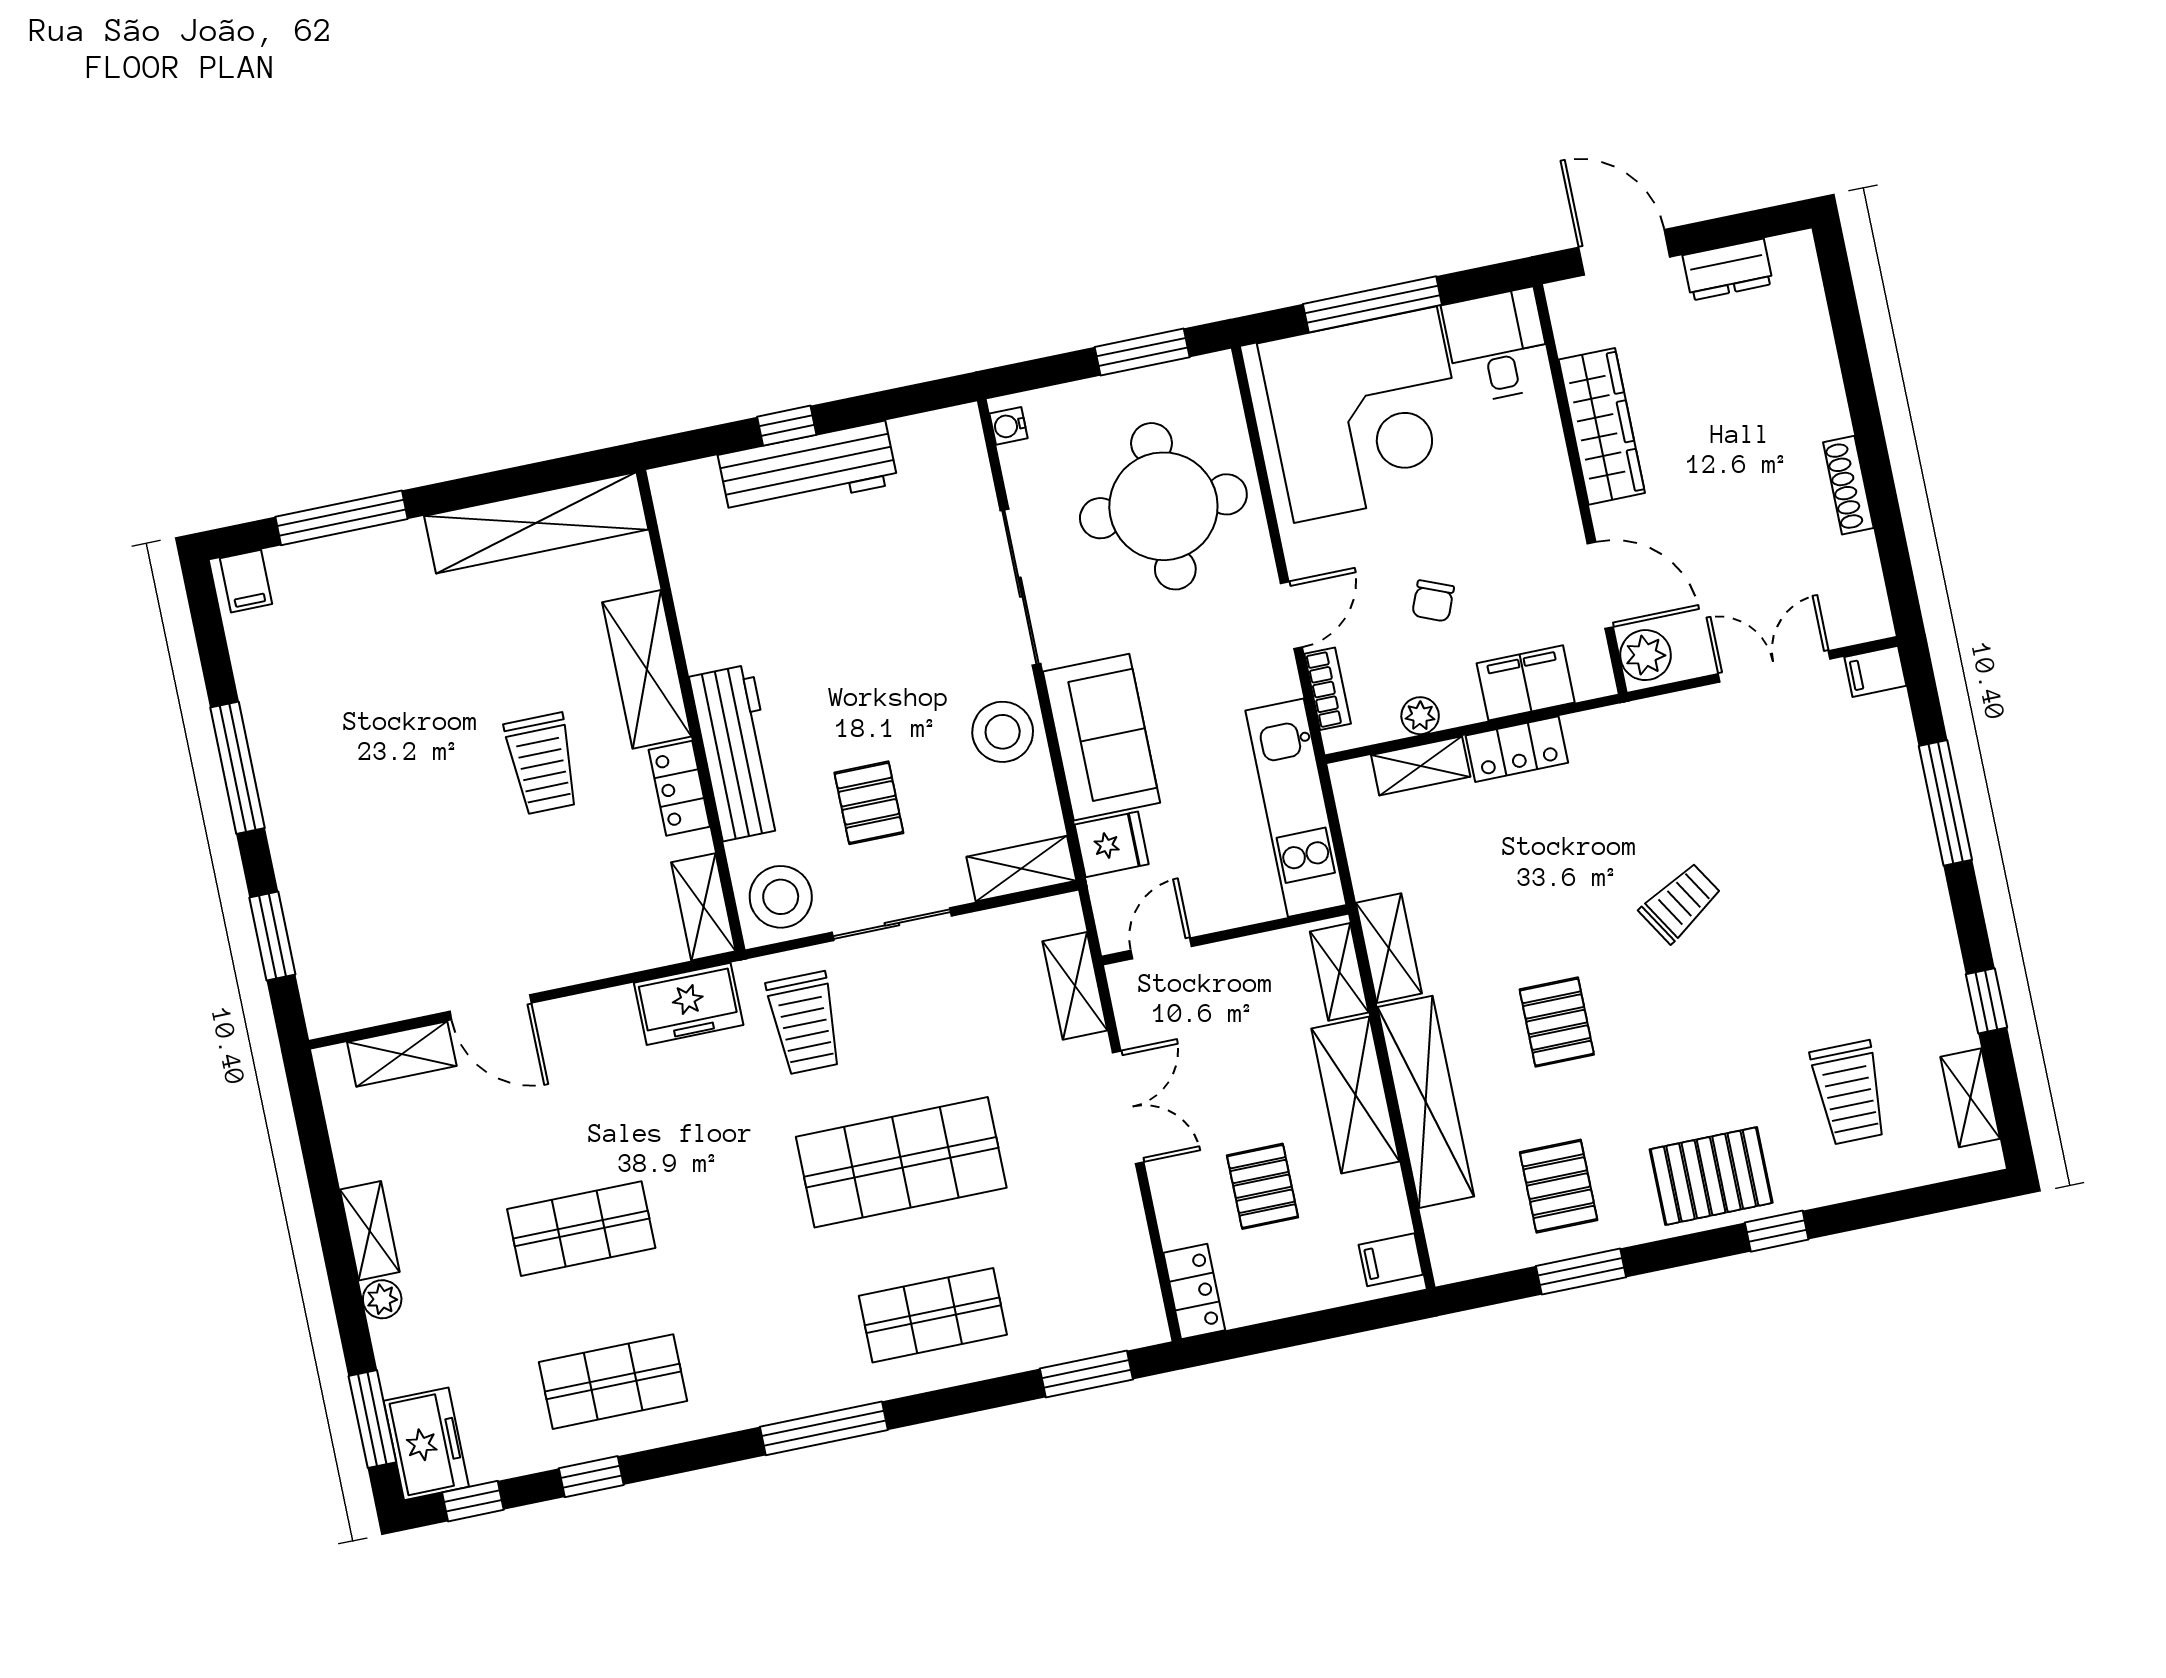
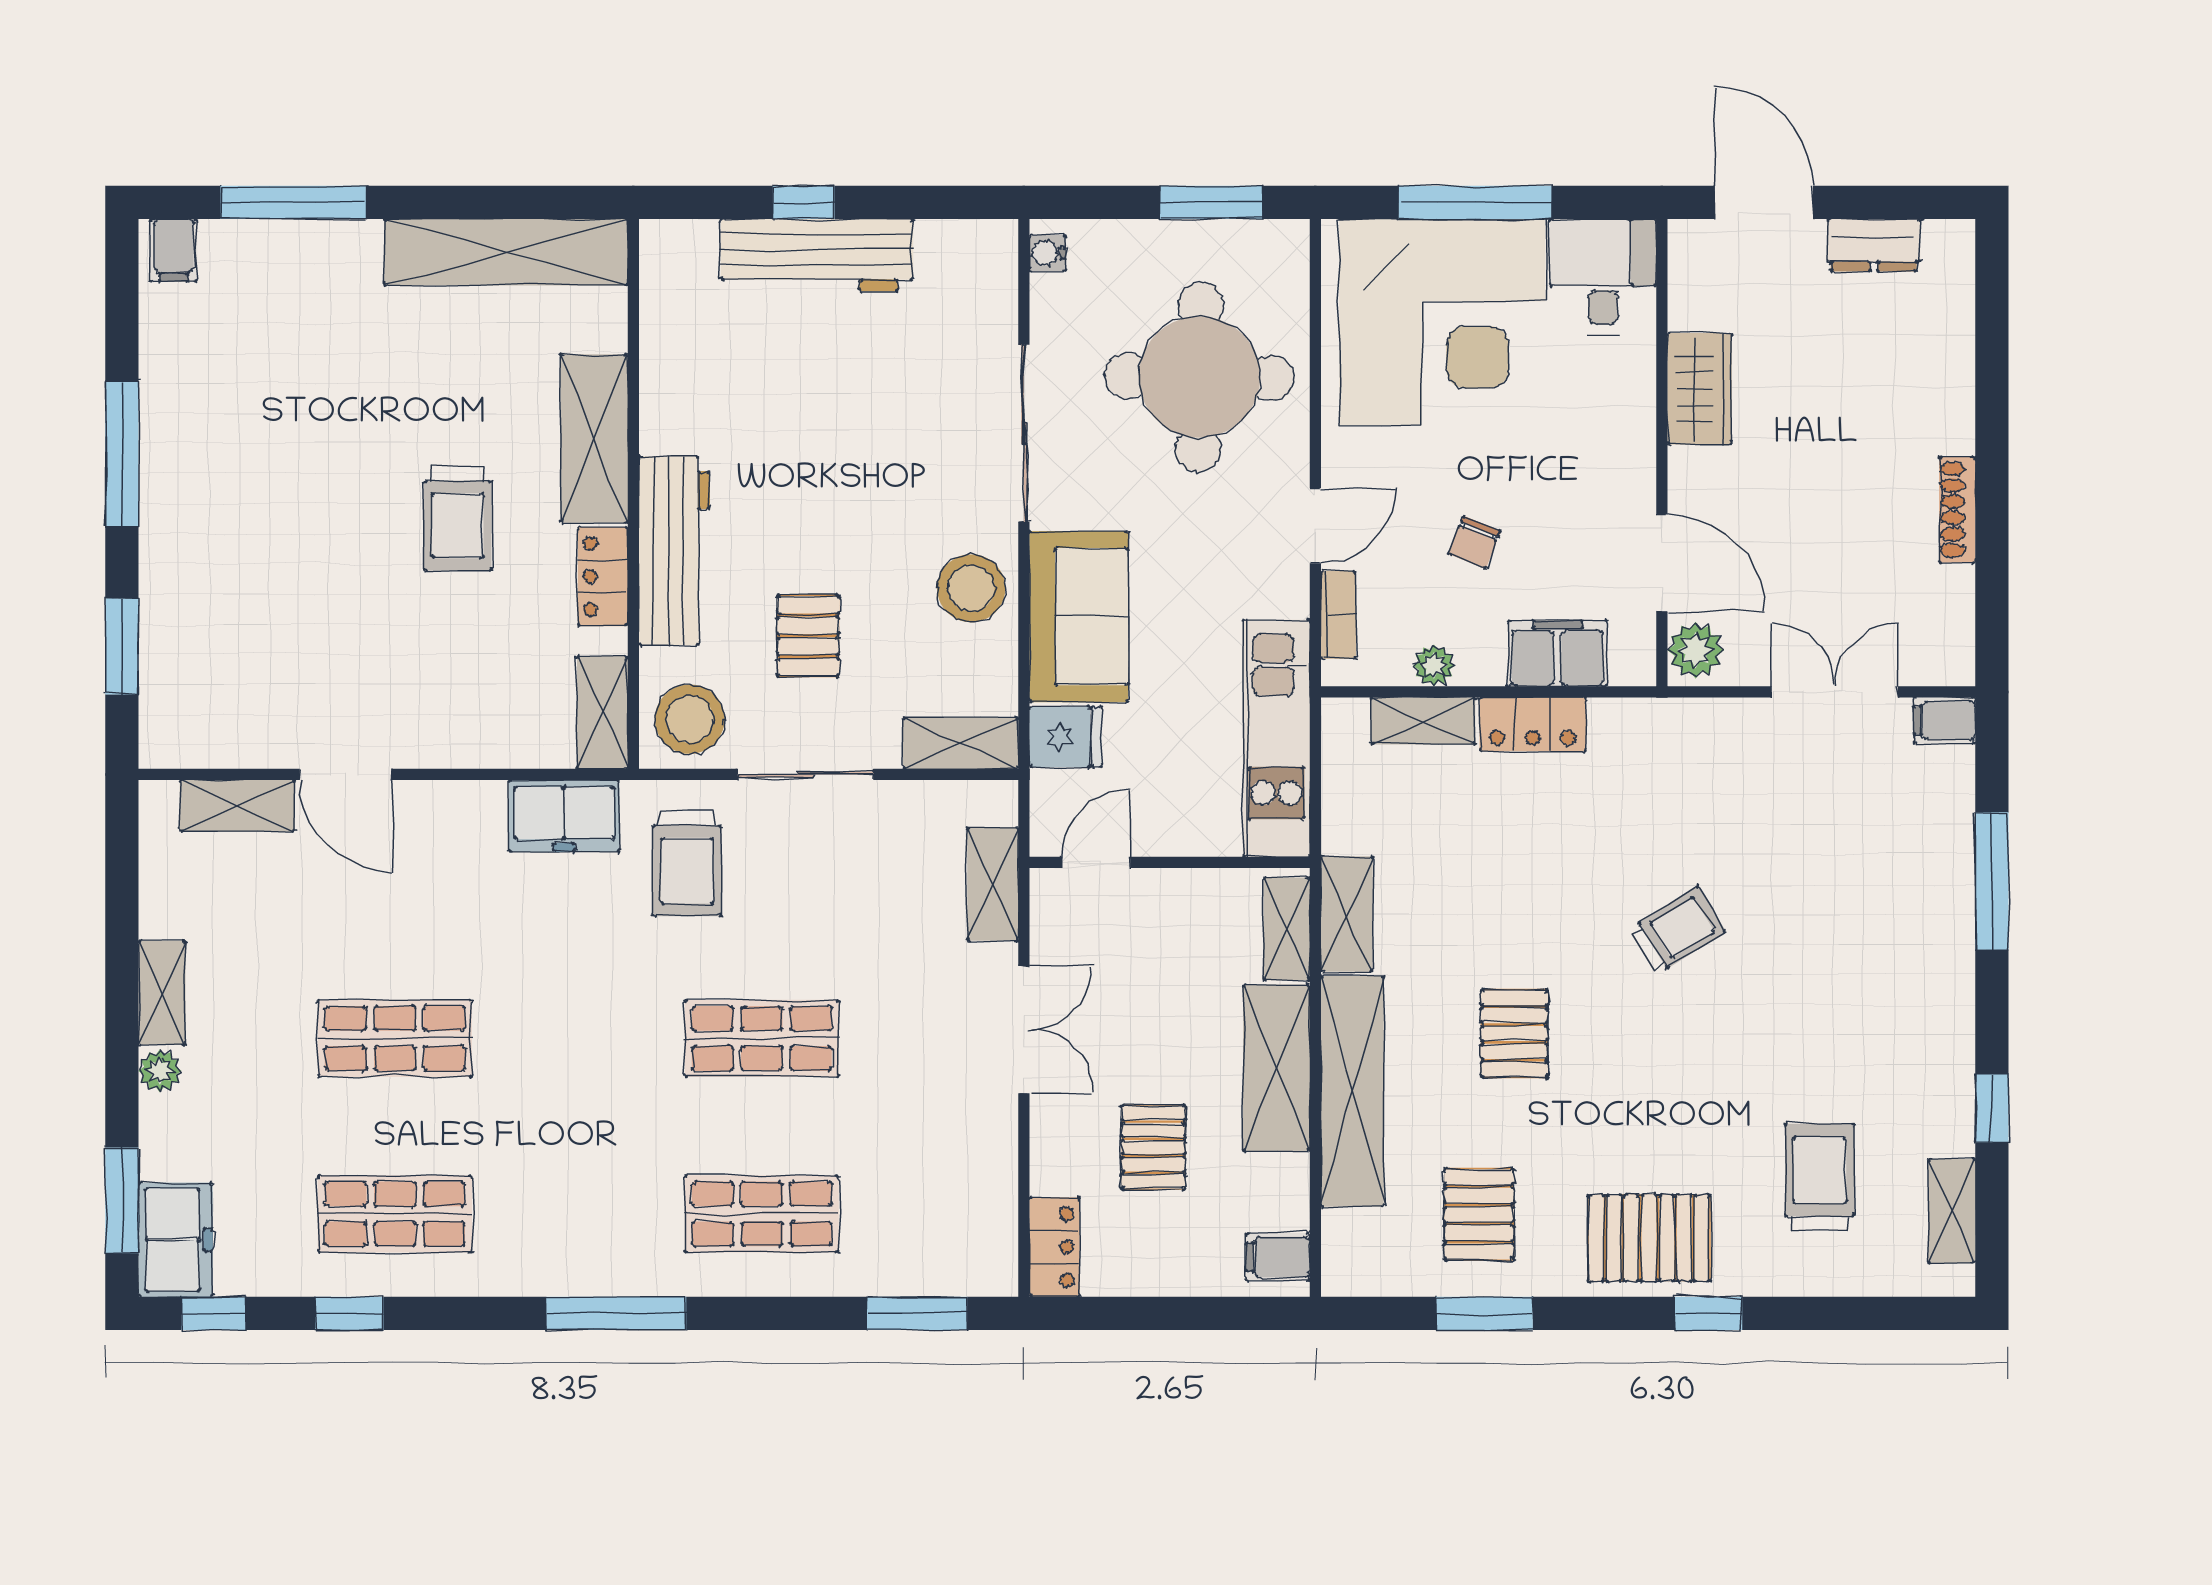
wardrobe: (1602, 426) -> (1700, 389), width x0.67
trolley: (1849, 1093) -> (1820, 1178), turned 180
shop shelf: (901, 1162) -> (762, 1038), width x0.70, depth x0.74

